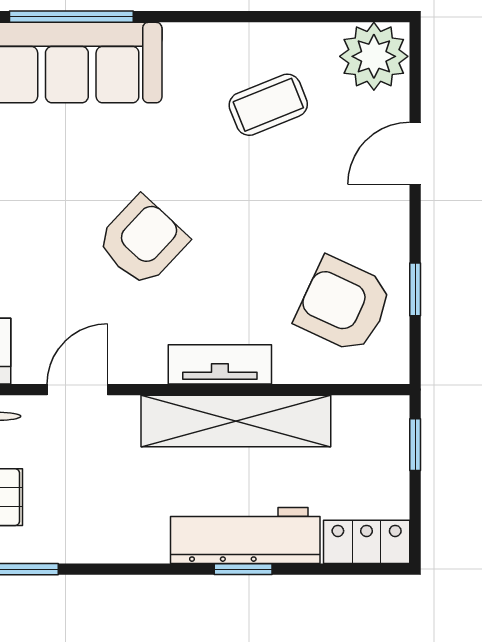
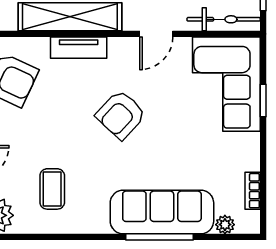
coffee table: (268, 105) -> (52, 189), turned -68

